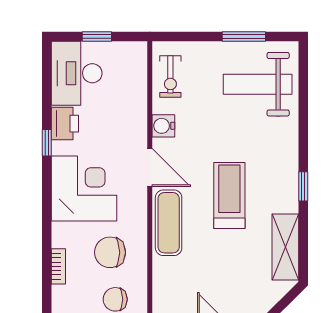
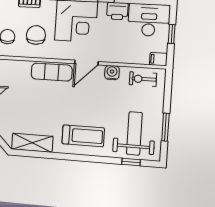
filing cabinet: (138, 54) -> (158, 59), added
window: (303, 186) -> (131, 162), moved
treadmill: (229, 195) -> (83, 136), moved

